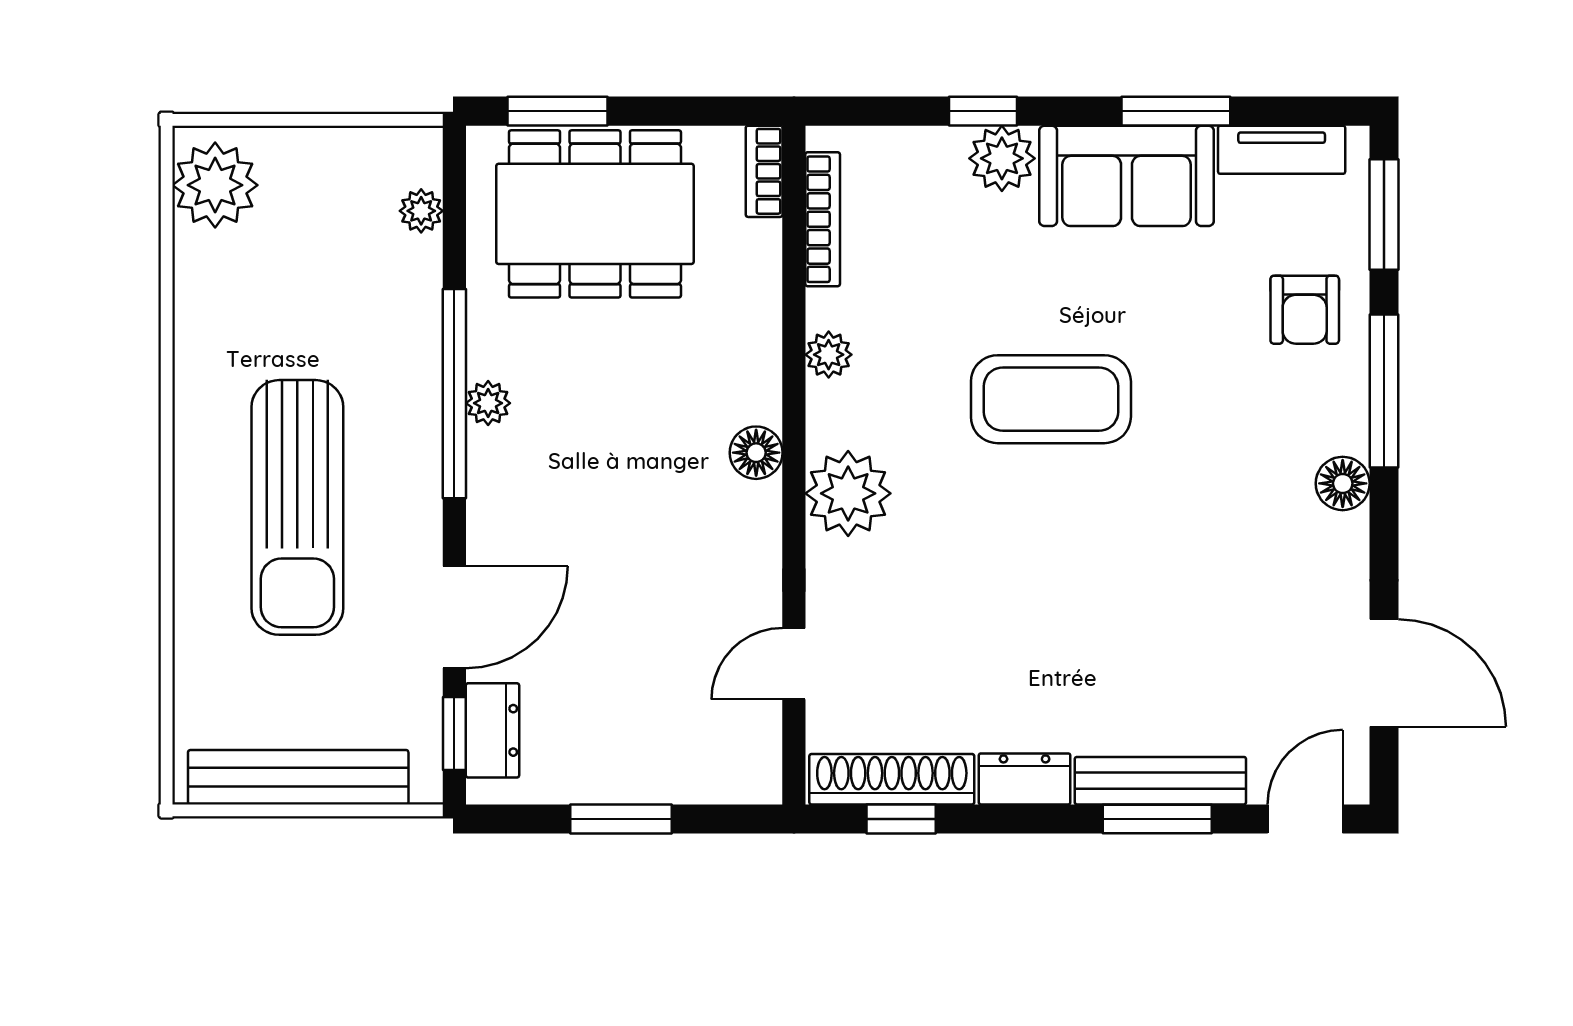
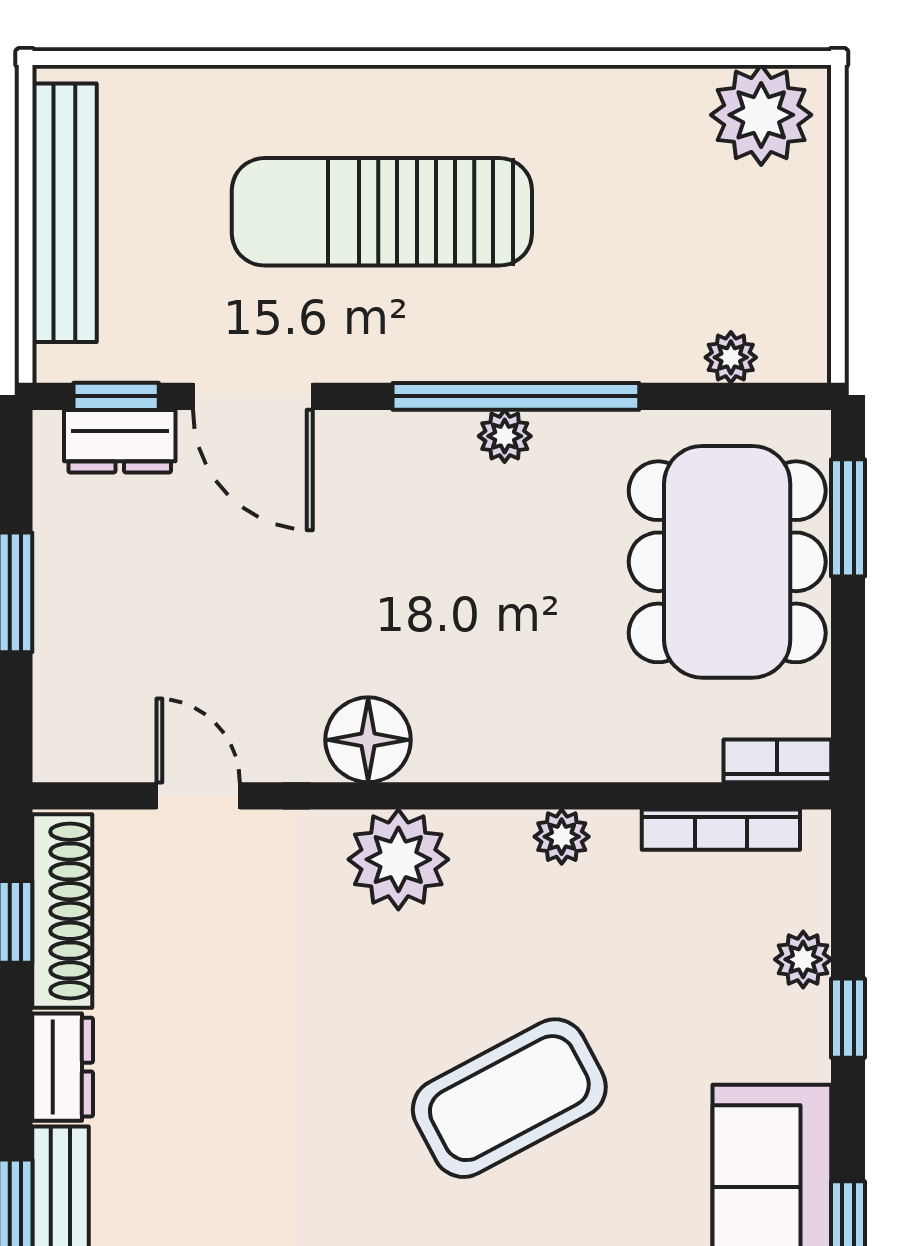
plant: (1002, 158) -> (803, 959), moved, width x0.73, depth x0.73
coffee table: (1051, 399) -> (509, 1098), turned 62
floor lamp: (756, 453) -> (368, 740), moved, width x1.38, depth x1.38

